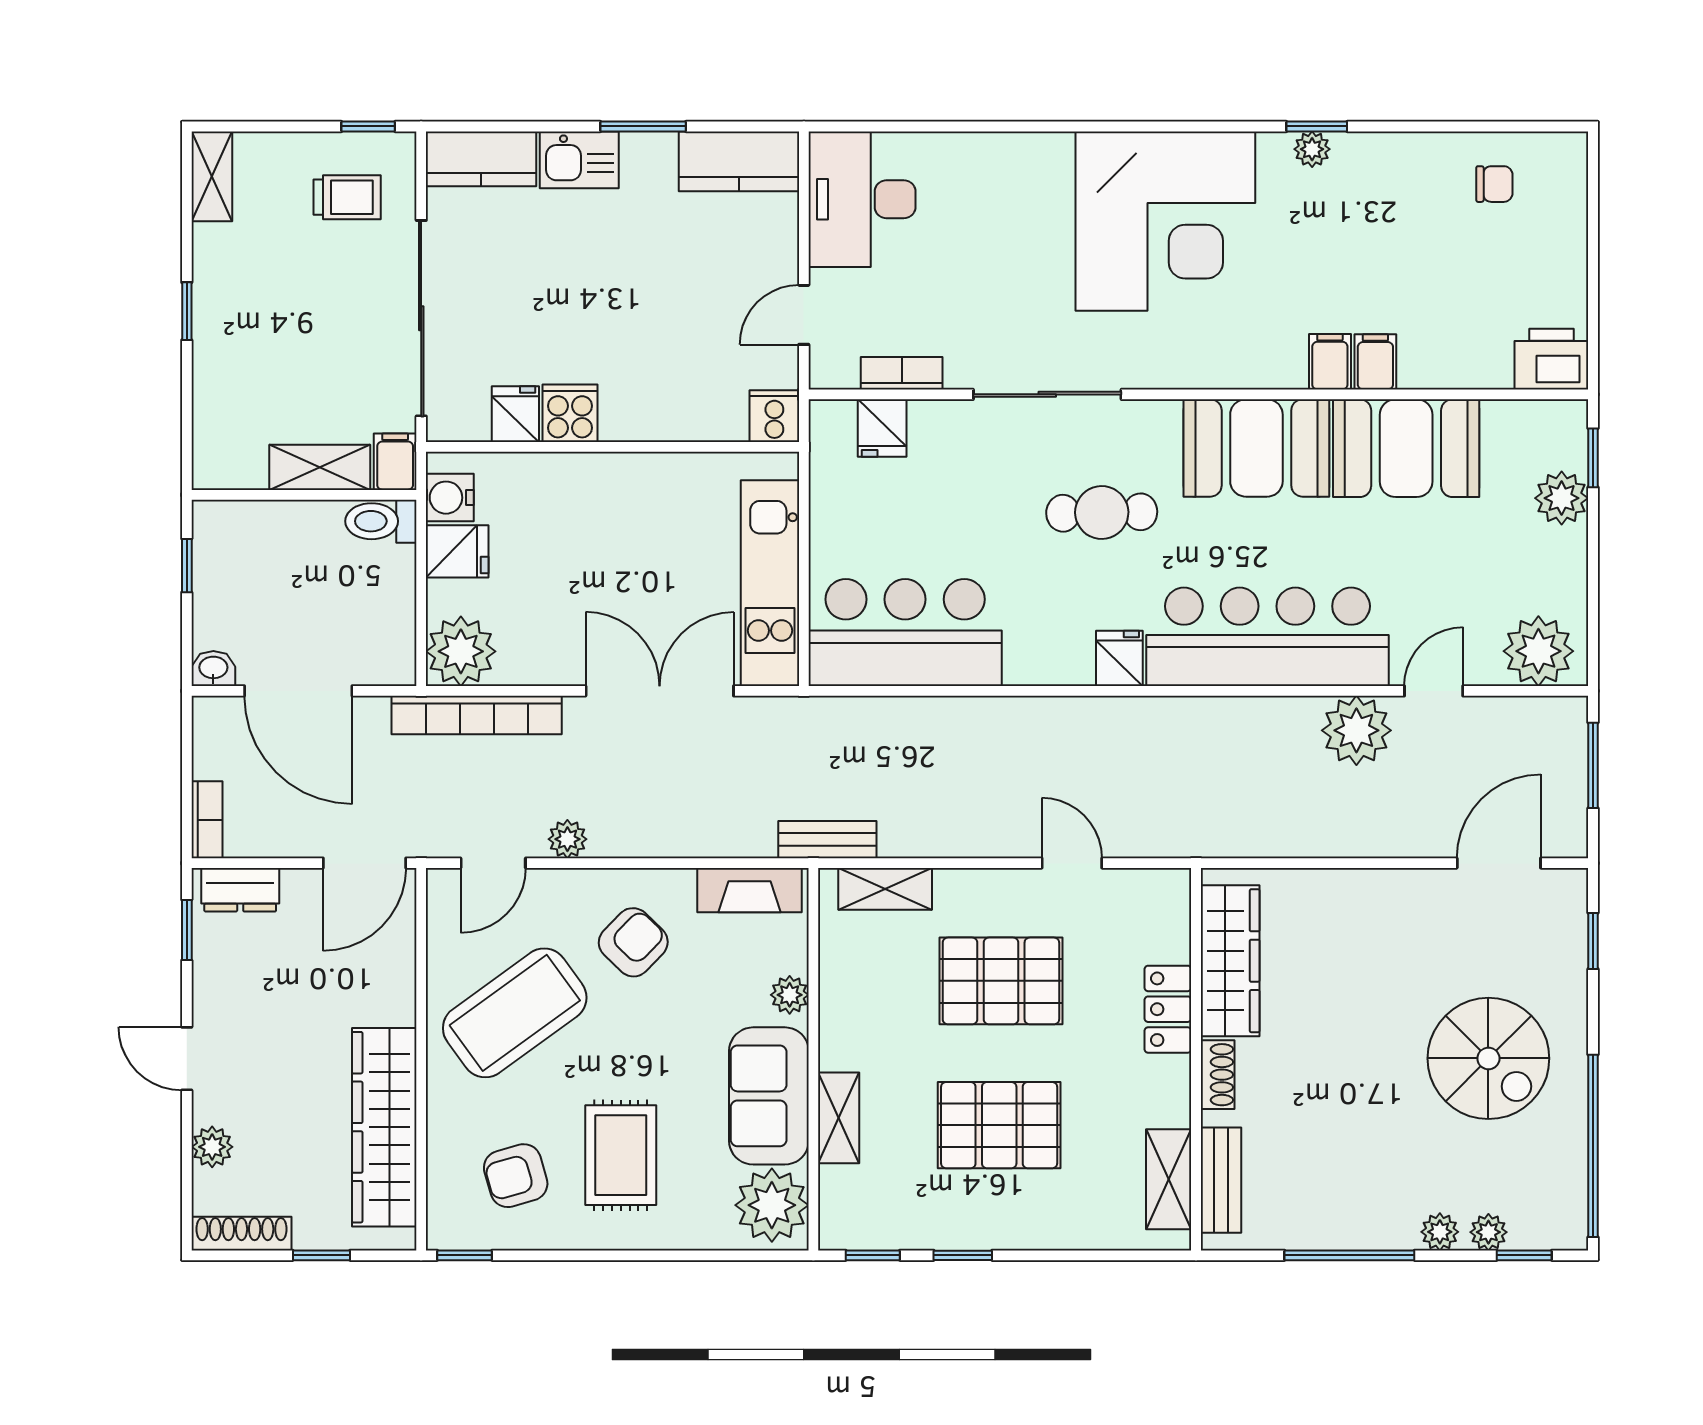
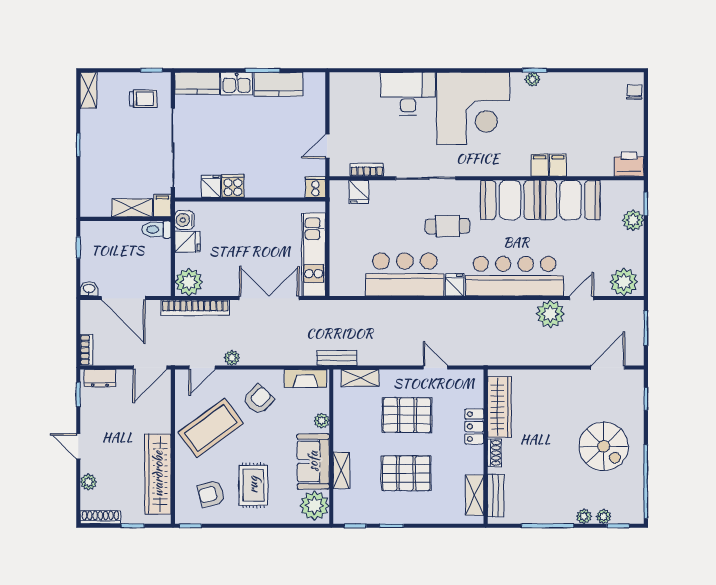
kitchen counter: (739, 161) -> (278, 84), moved
chair: (1494, 184) -> (634, 92), moved, turned -90
desk: (862, 199) -> (408, 94), moved, turned 90
bar counter: (905, 633) -> (405, 274), moved

